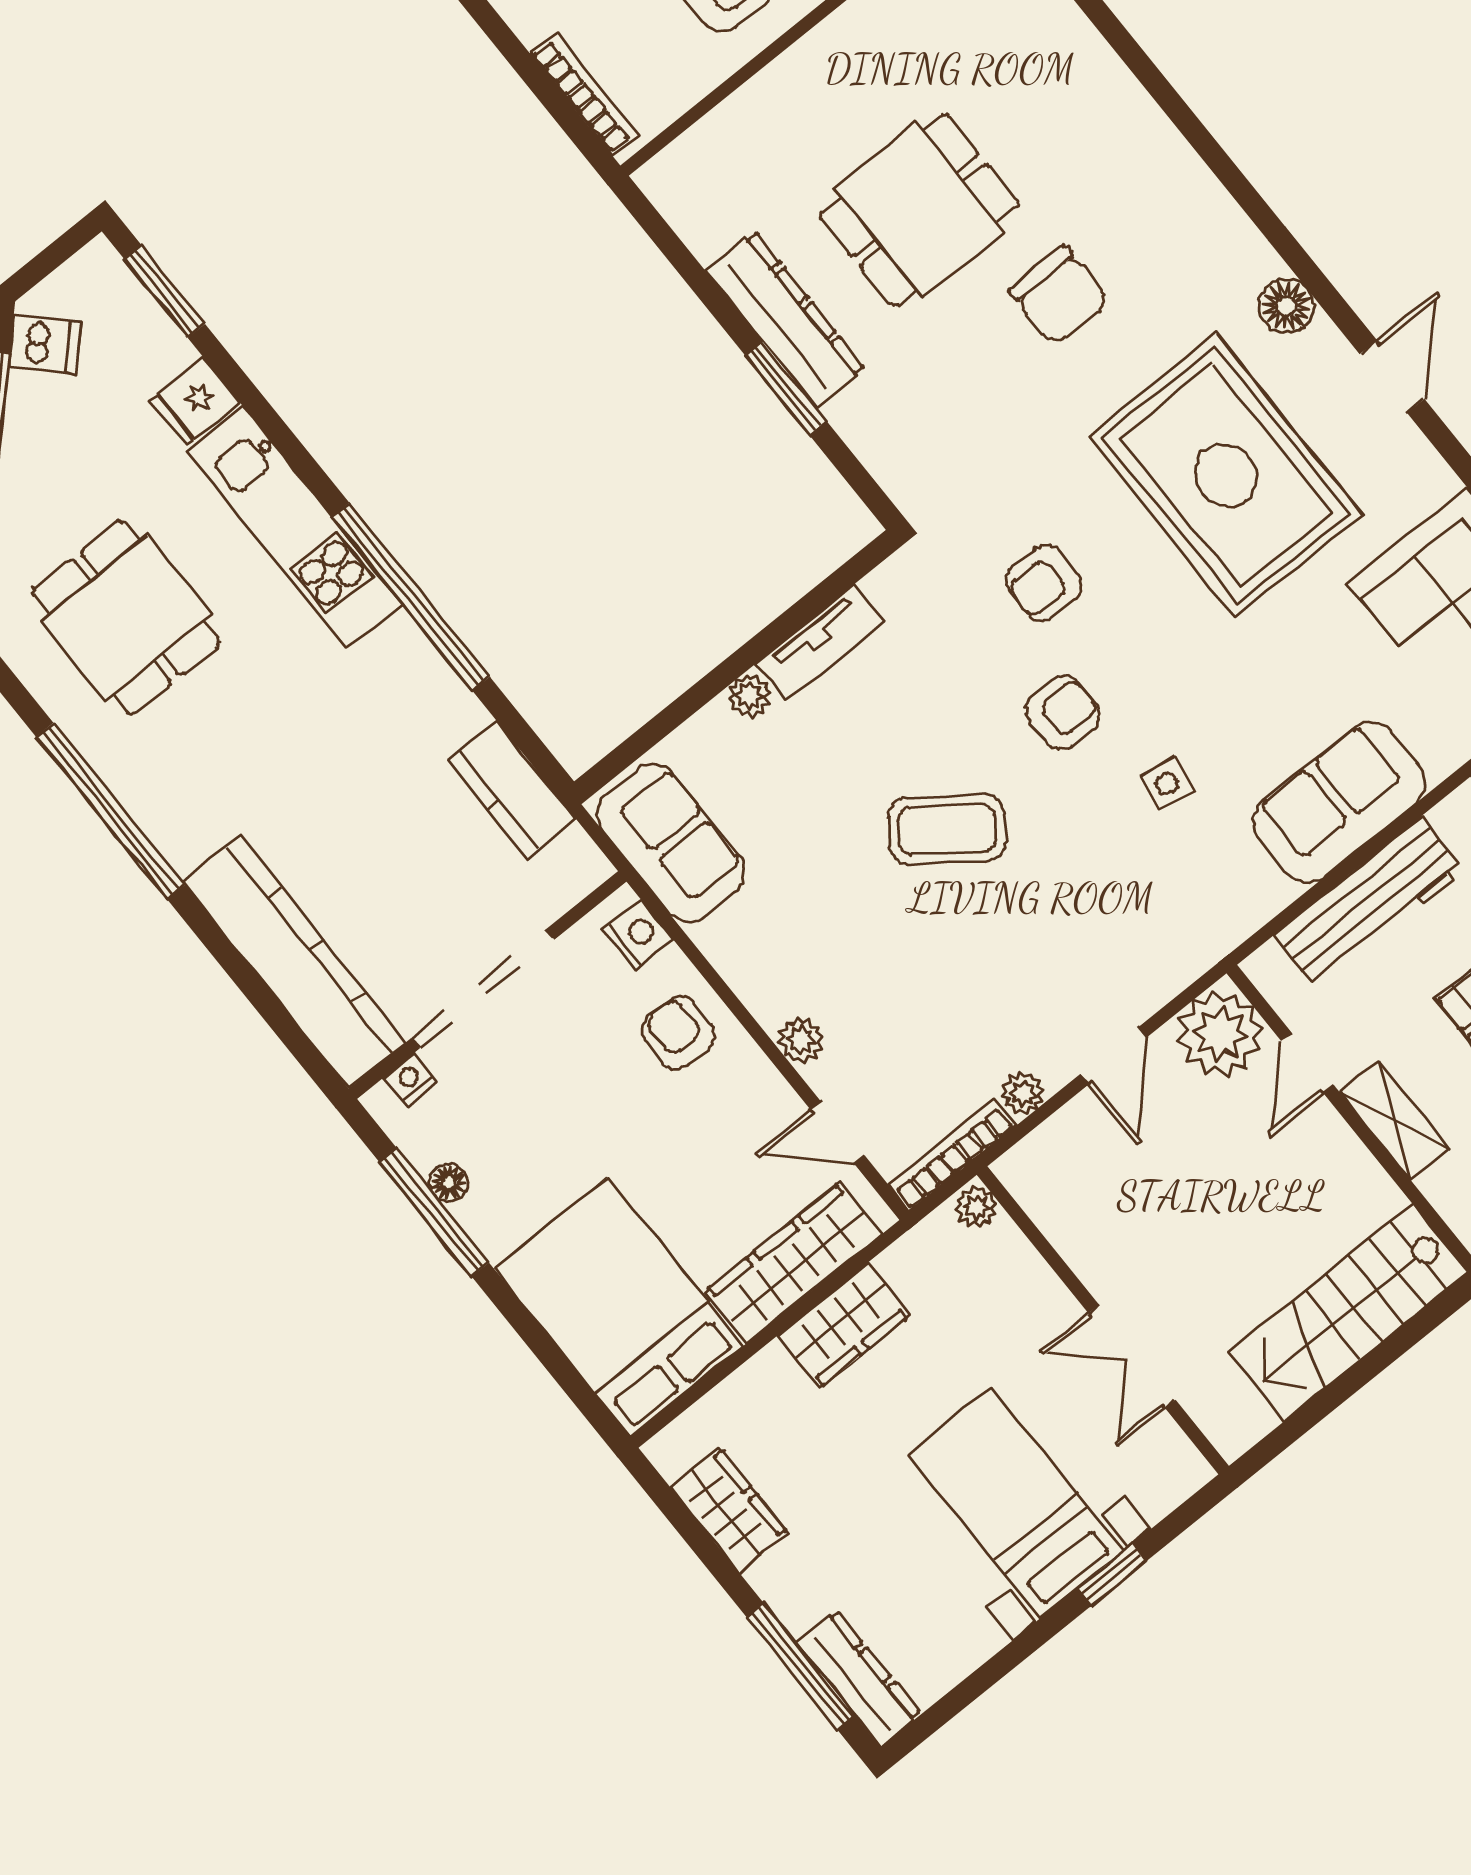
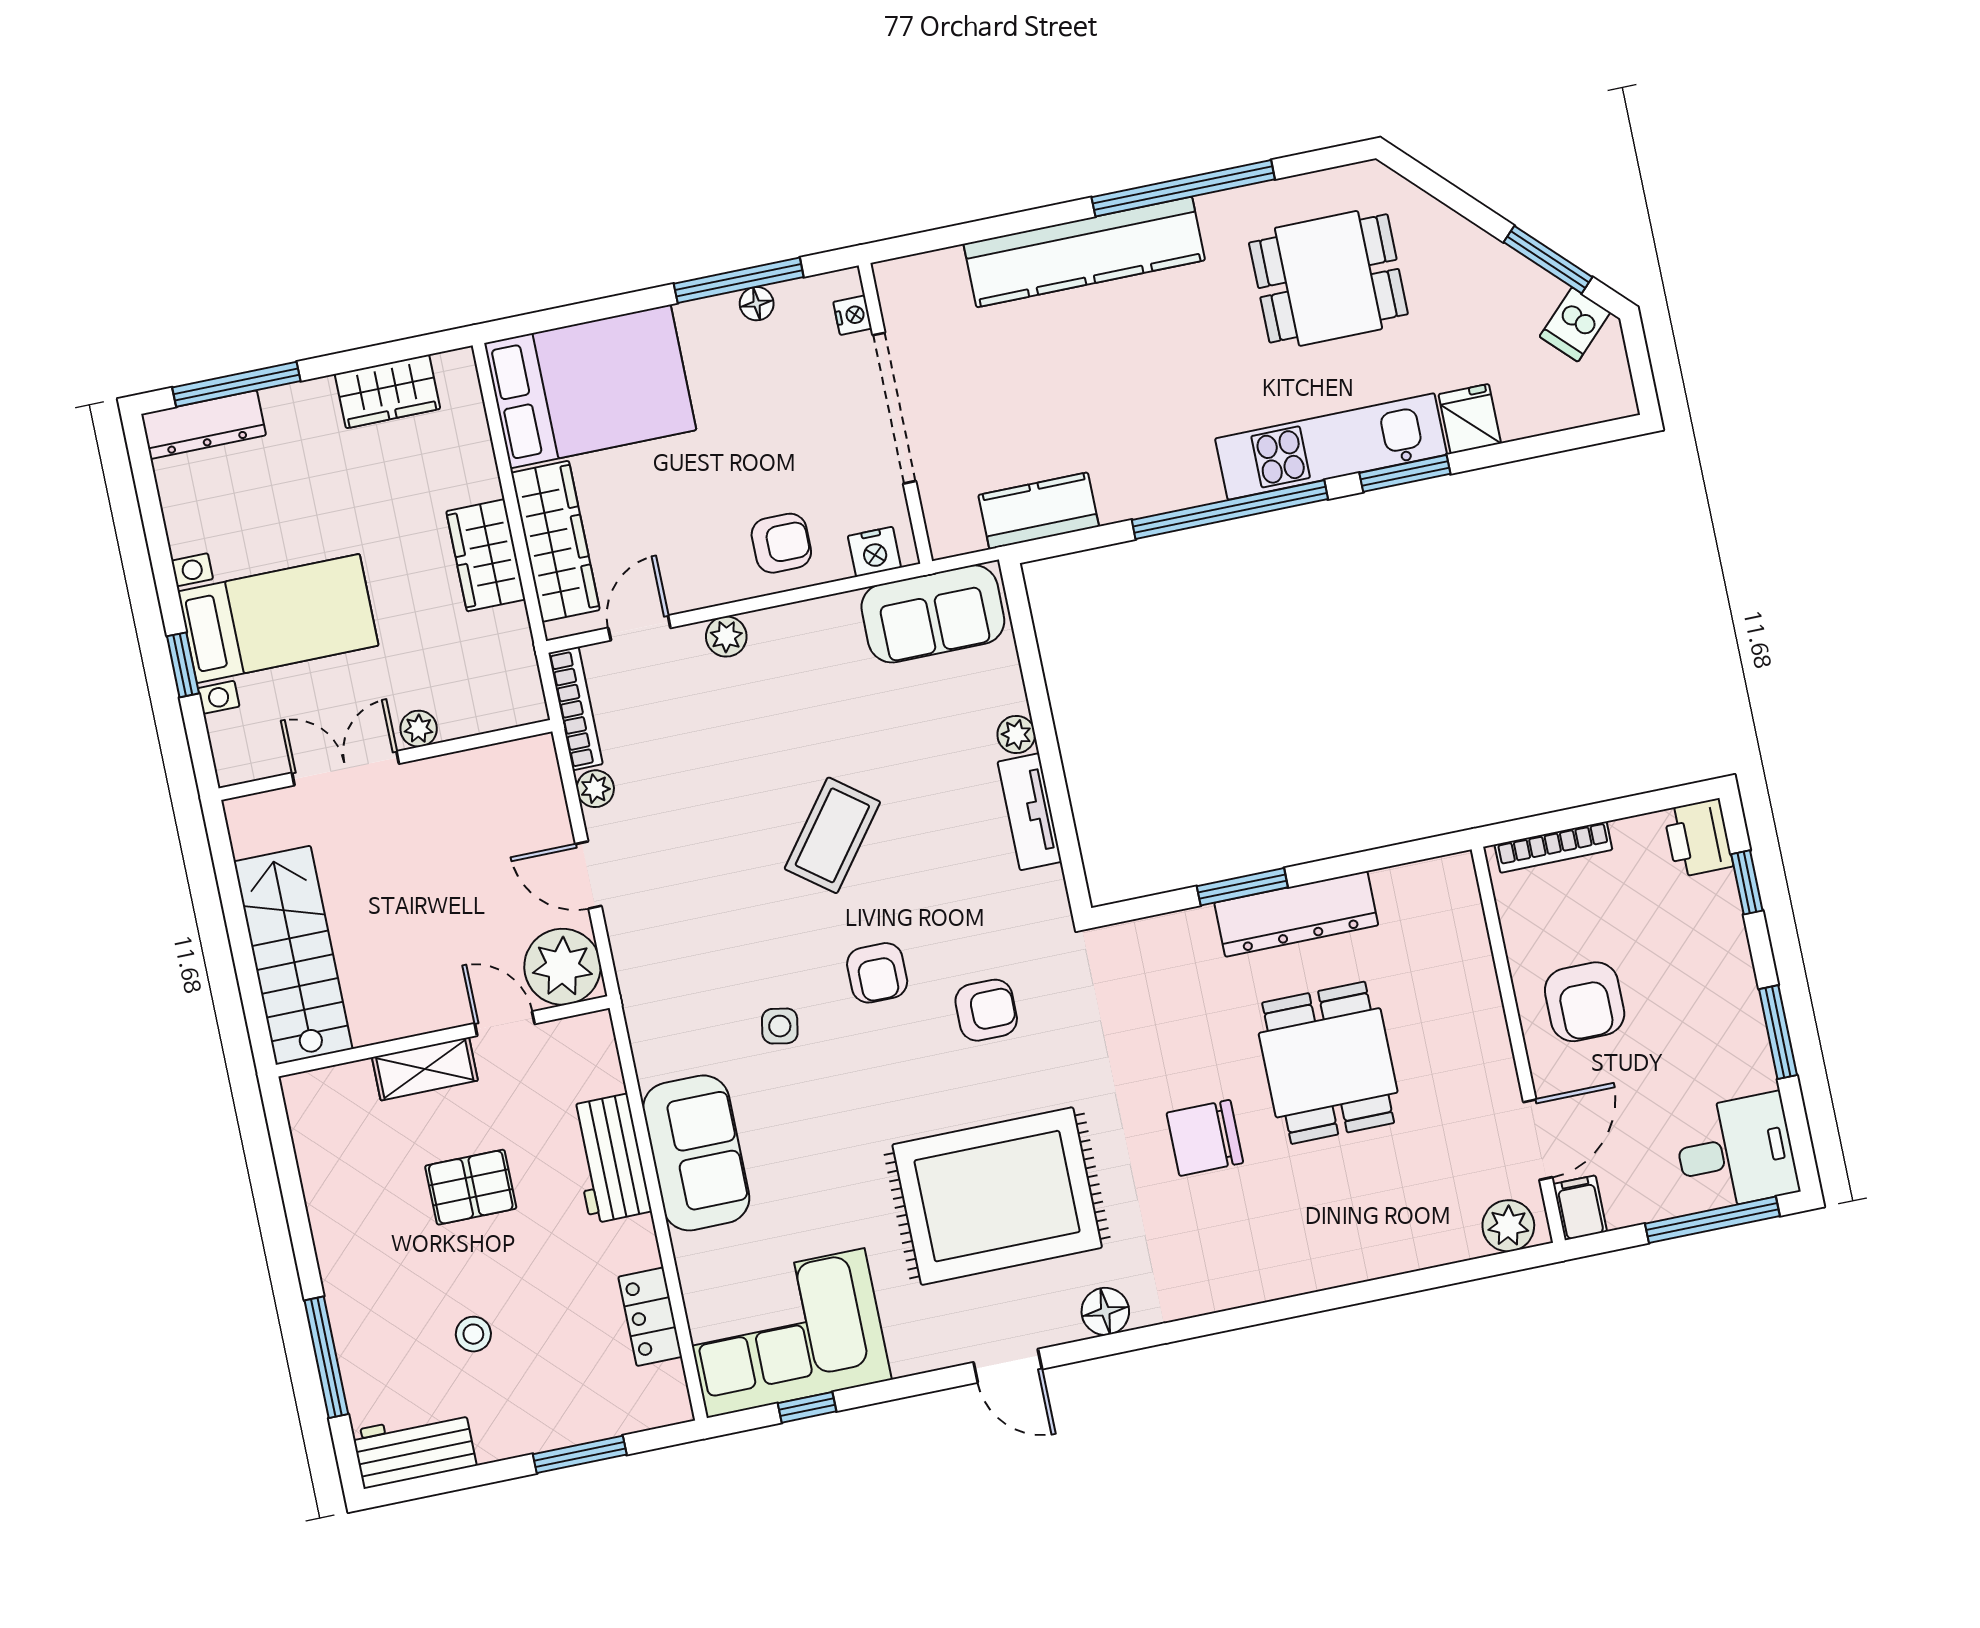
window: (165, 292) -> (1405, 473), moved
armchair: (1044, 583) -> (986, 1010), turned 90
workbench: (1370, 903) -> (609, 1159), width x0.73
kitchen counter: (294, 962) -> (1084, 252), moved
plant: (976, 1207) -> (419, 729), moved

